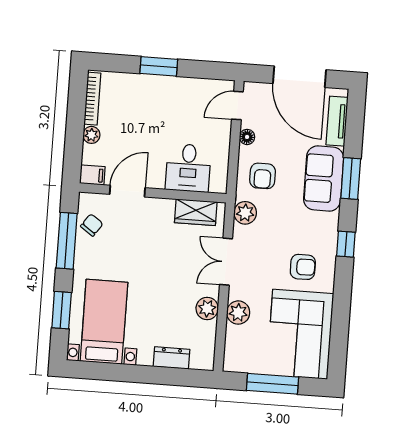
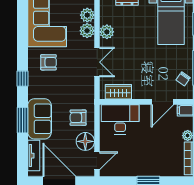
floor lamp: (247, 137) -> (85, 141), width x1.89, depth x1.89
desk: (188, 168) -> (120, 119), width x1.37
armchair: (263, 176) -> (78, 118), turned -90
plant: (245, 213) -> (87, 15), moved
armchair: (303, 267) -> (49, 62), turned 180

